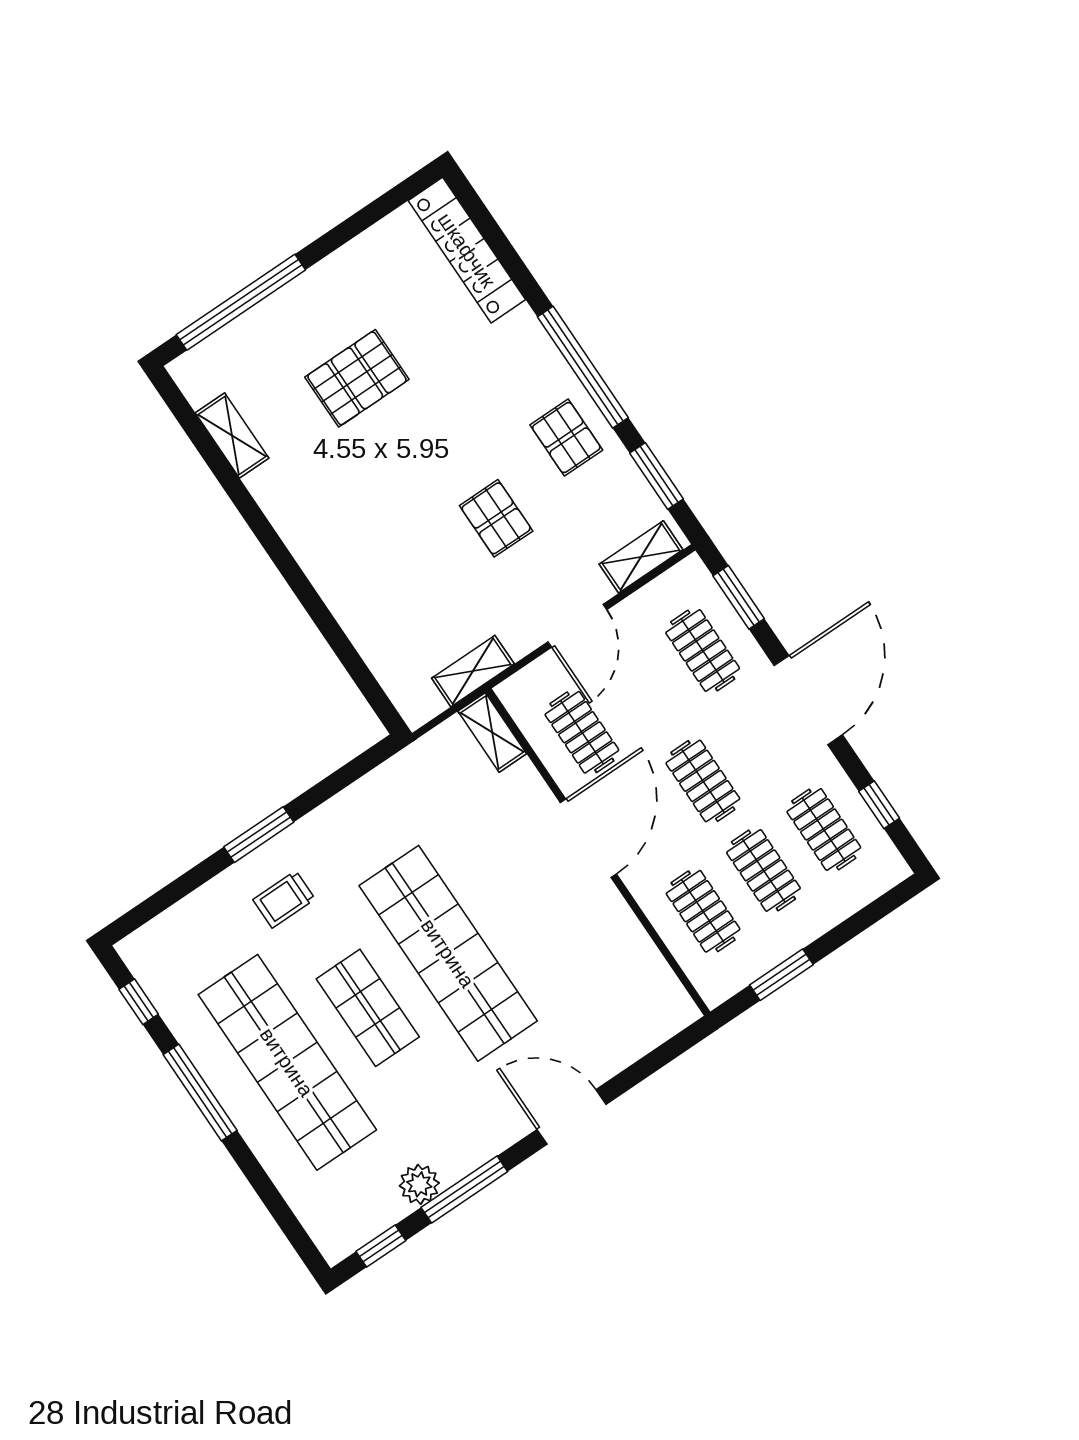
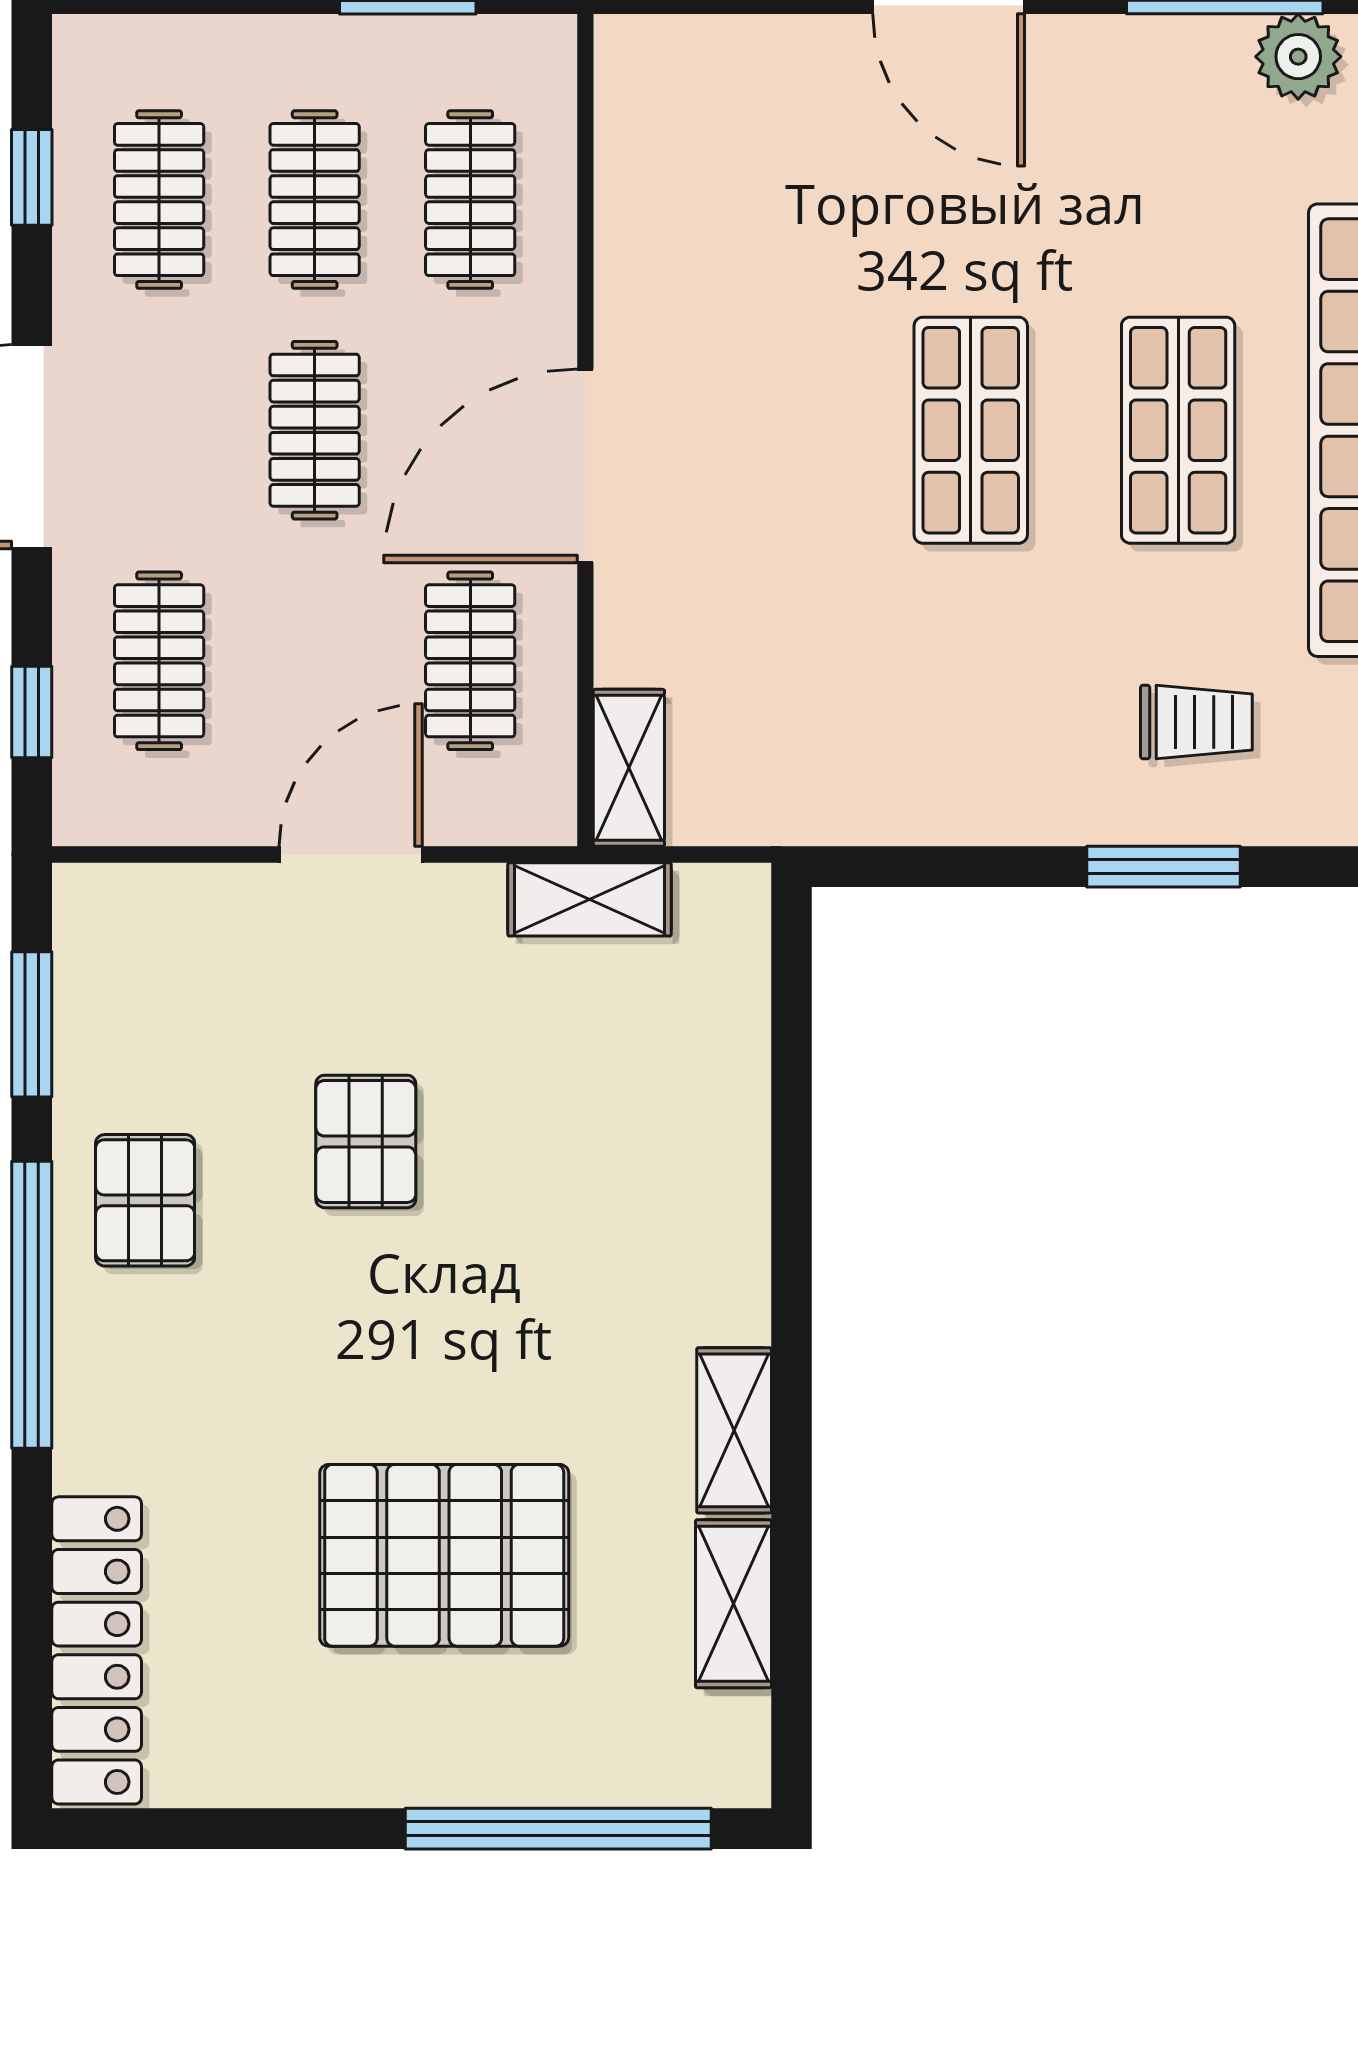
pallet: (357, 378) -> (444, 1555), width x1.37, depth x1.41
shelving: (641, 557) -> (734, 1430), moved, turned 90
window: (739, 597) -> (32, 712), width x0.67
shop shelf: (448, 953) -> (971, 430), width x0.50, depth x0.74

